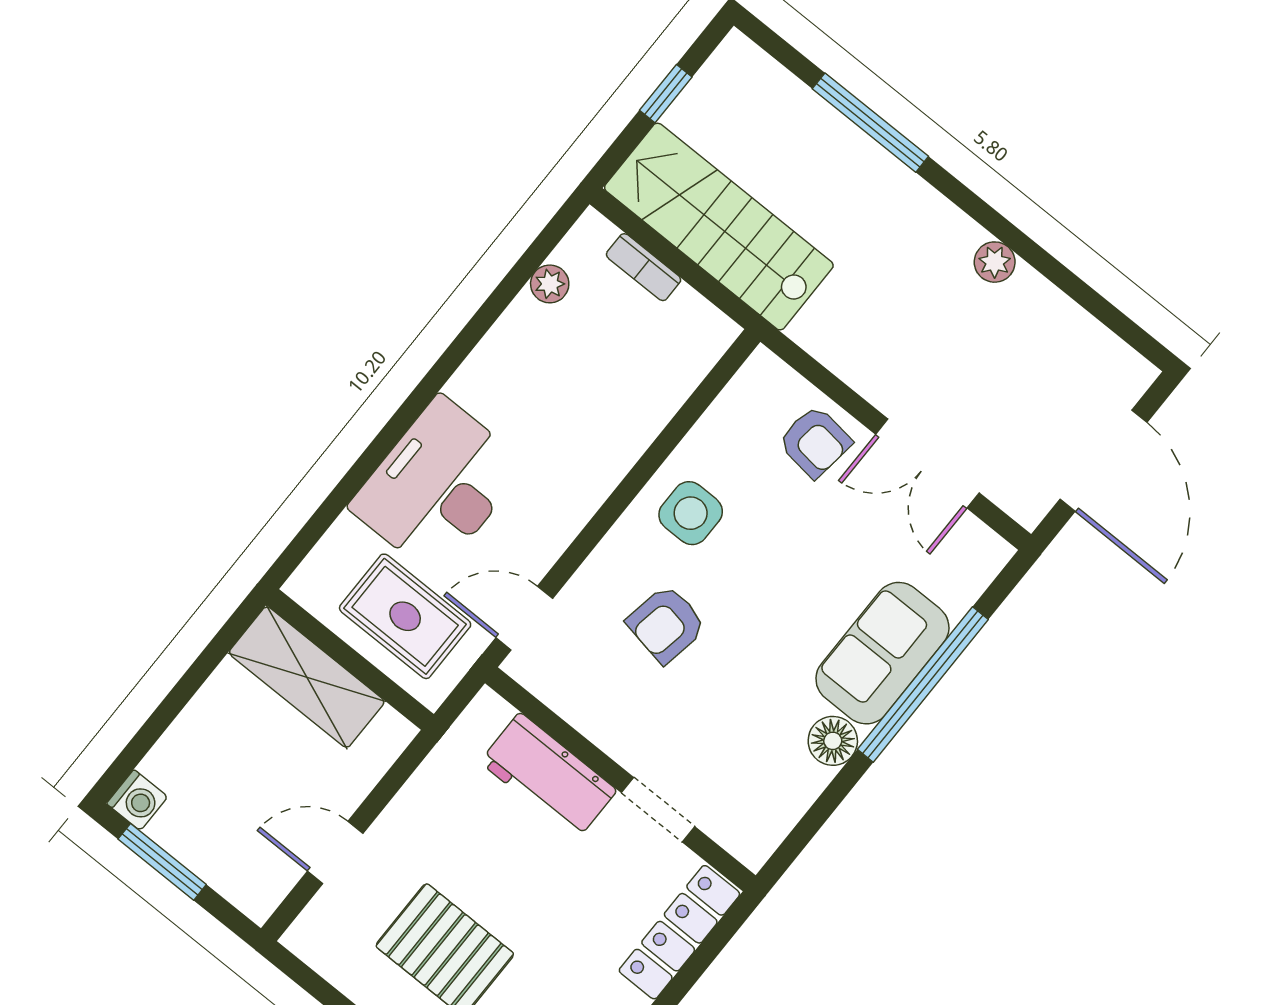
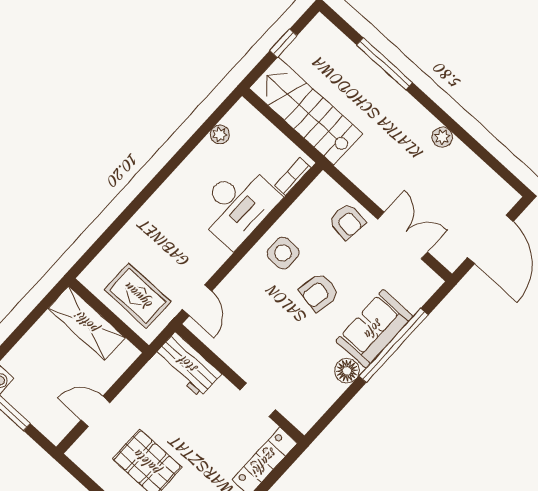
bookcase: (644, 267) -> (293, 177), moved, turned 90
double door: (927, 464) -> (403, 235), swing flipped
desk: (438, 486) -> (237, 205), moved, turned 180
door: (524, 618) -> (197, 300), swing flipped
armchair: (666, 624) -> (319, 292), moved
workbench: (548, 776) -> (188, 365), moved

